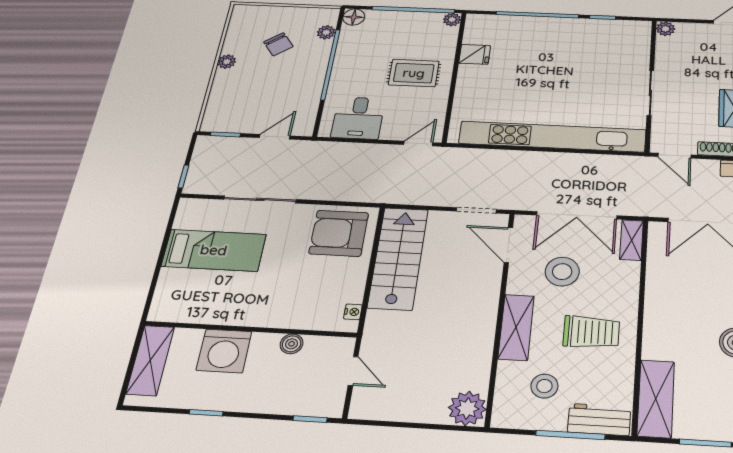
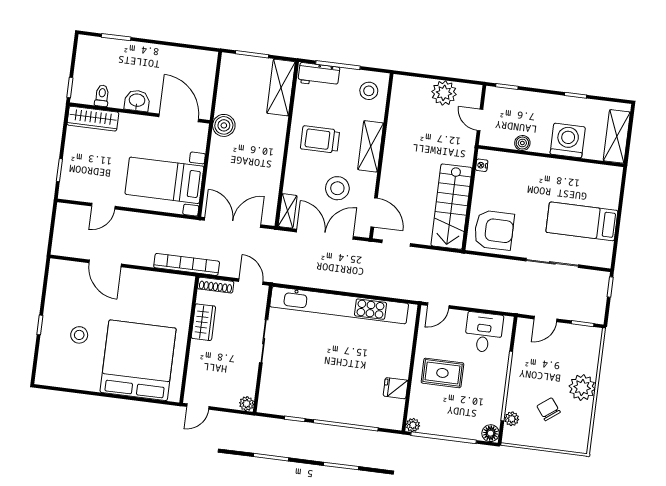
plant: (227, 62) -> (582, 387), width x1.88, depth x1.88
stool: (544, 386) -> (369, 91), moved
plant: (467, 408) -> (444, 93), moved

